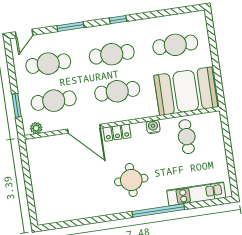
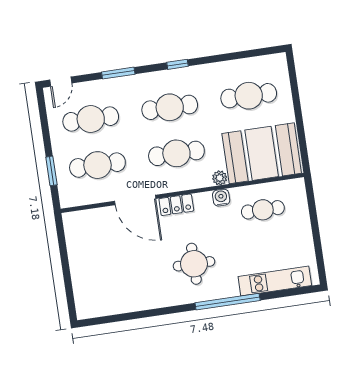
plant: (36, 128) -> (220, 178), moved
cafe table: (187, 137) -> (263, 210), turned 90

